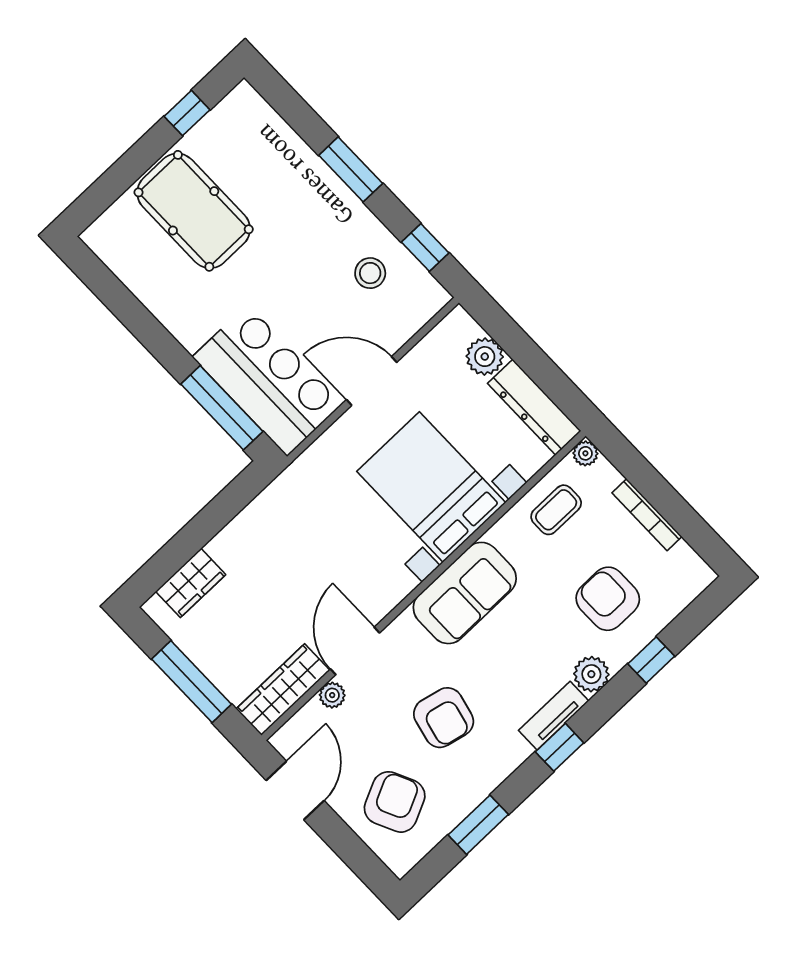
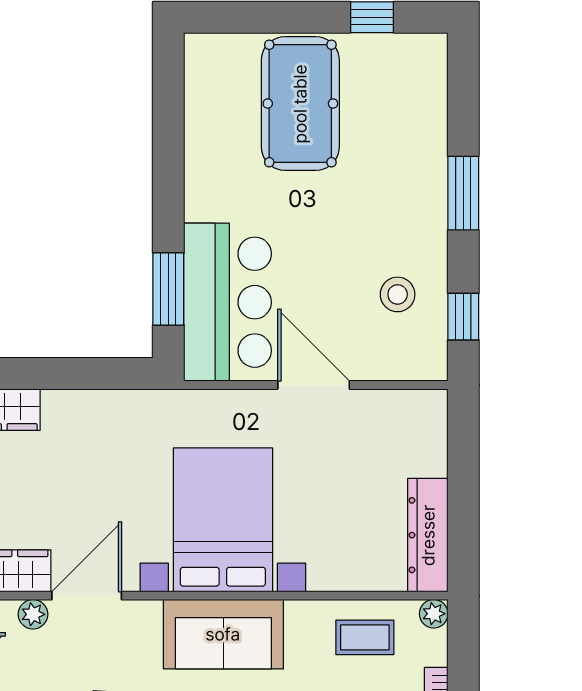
plant: (485, 357) -> (427, 454), removed
window: (222, 408) -> (168, 289), width x0.69
bed with nightstands: (431, 487) -> (223, 520), moved

